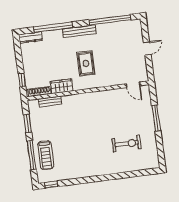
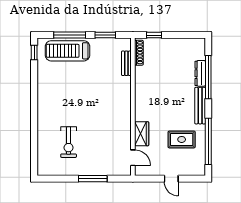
dresser: (31, 37) -> (200, 73), moved
rug: (86, 63) -> (182, 139), moved
door: (133, 85) -> (133, 158), swing flipped
wardrobe: (62, 86) -> (142, 134), moved
treadmill: (46, 155) -> (67, 51), width x1.37, depth x1.38

